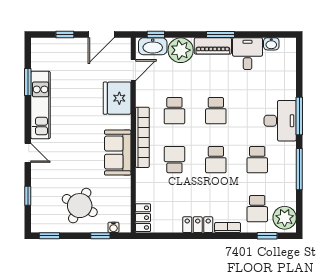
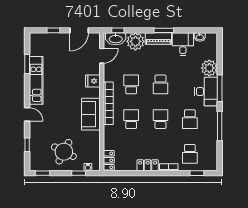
fridge: (117, 98) -> (93, 81), width x0.53, depth x0.75
school desk: (174, 111) -> (131, 84), turned 180
school desk: (216, 160) -> (160, 119), turned 180
plant: (285, 218) -> (209, 68), moved

